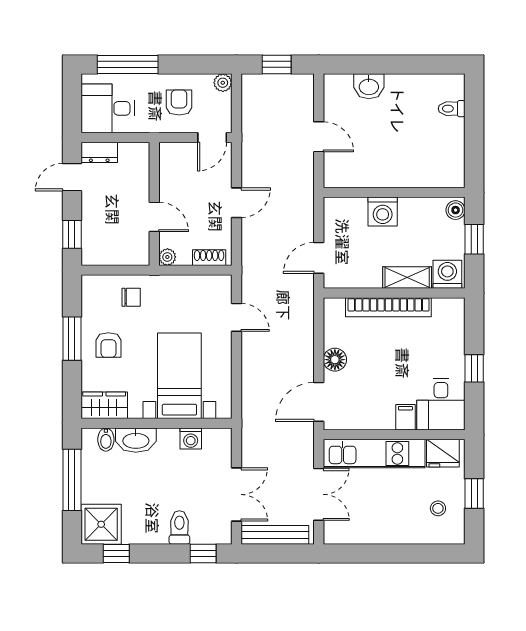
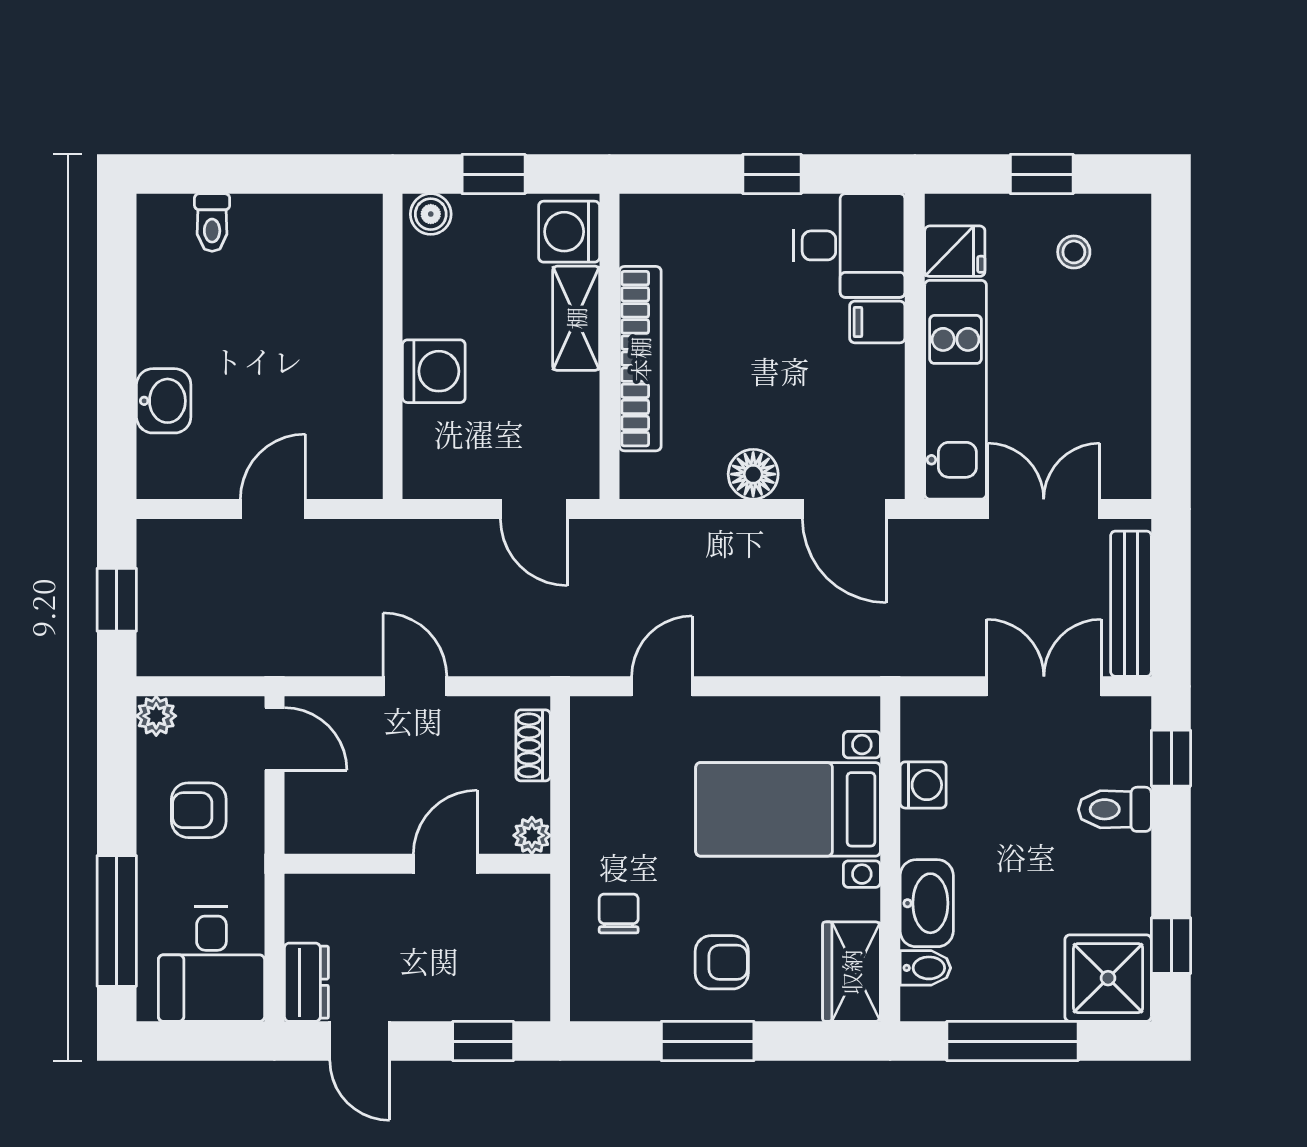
fridge: (443, 453) -> (955, 251), width x0.72

